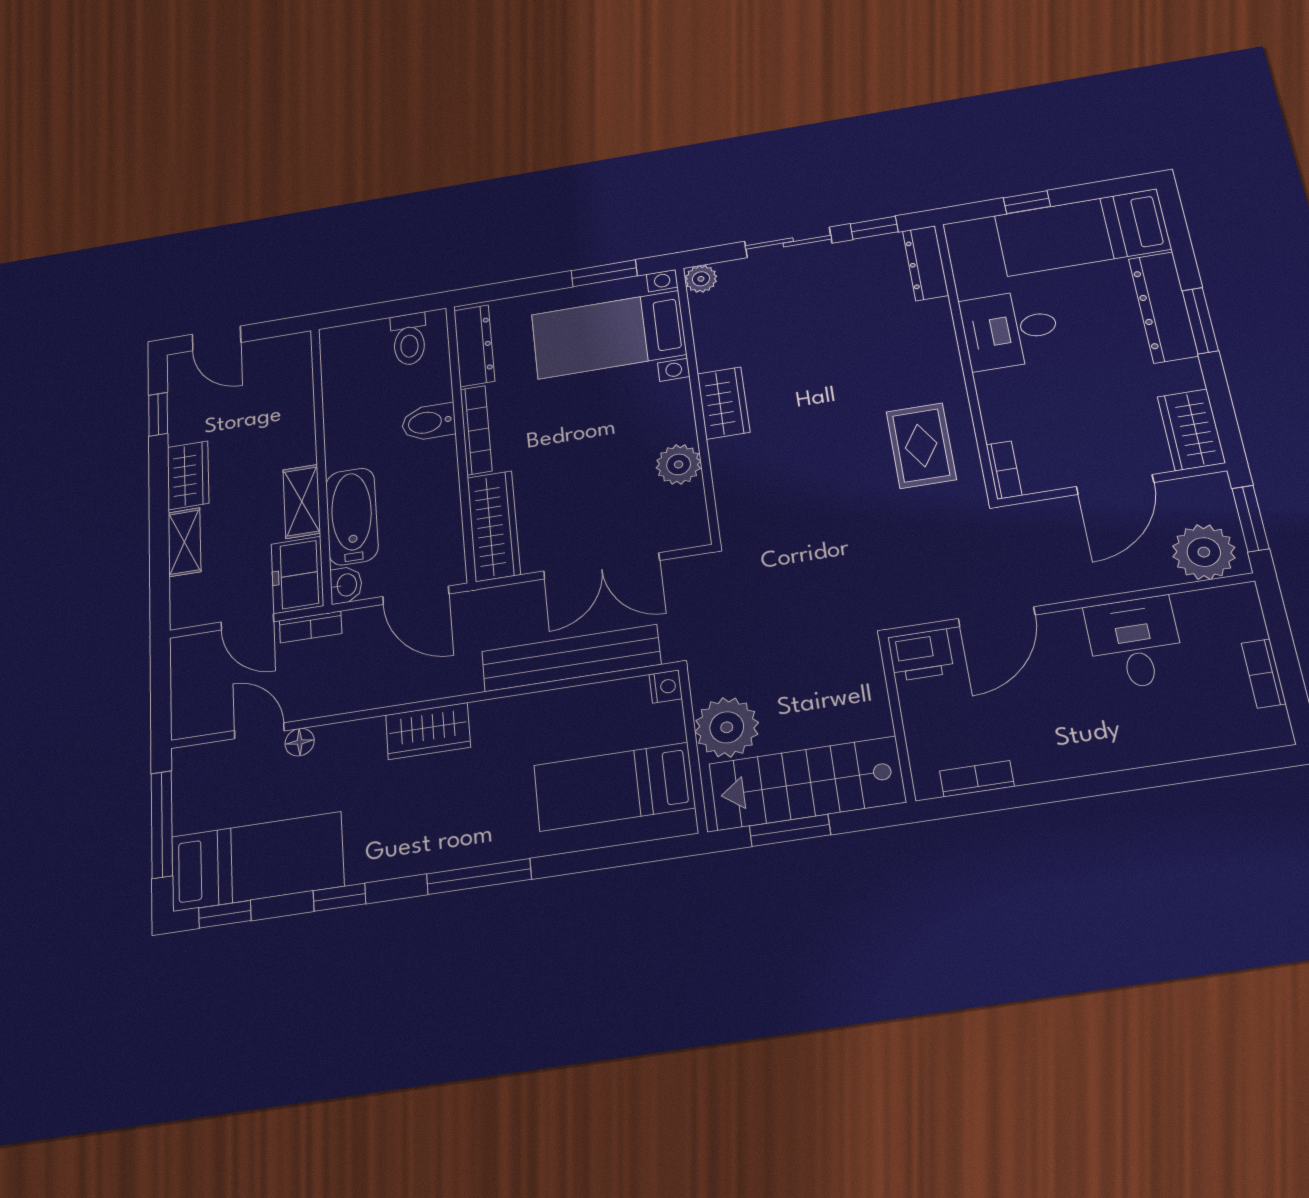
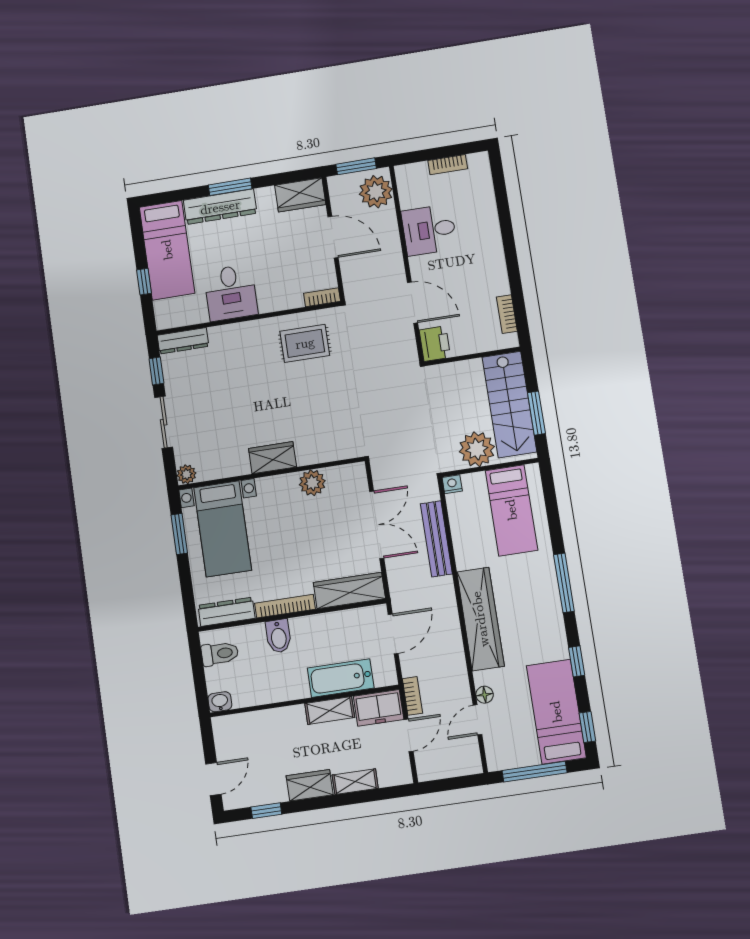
washbasin: (346, 585) -> (220, 702), moved
bench: (571, 658) -> (436, 539), width x0.73, depth x0.82
wardrobe: (428, 731) -> (480, 619), width x2.10, depth x1.17

